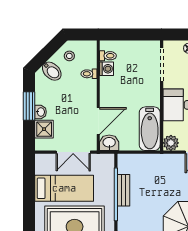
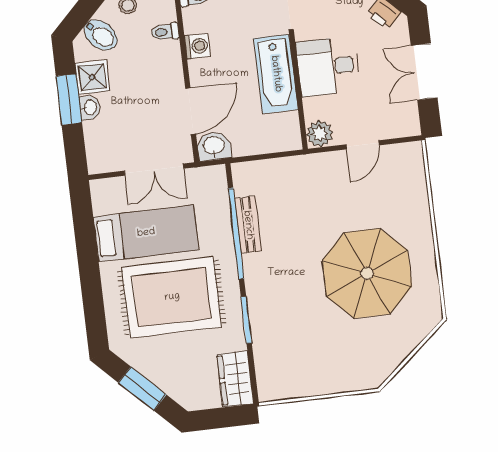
washing machine: (107, 69) -> (197, 46), moved
shower: (44, 129) -> (92, 77), moved
bathtub: (150, 129) -> (276, 74), moved

